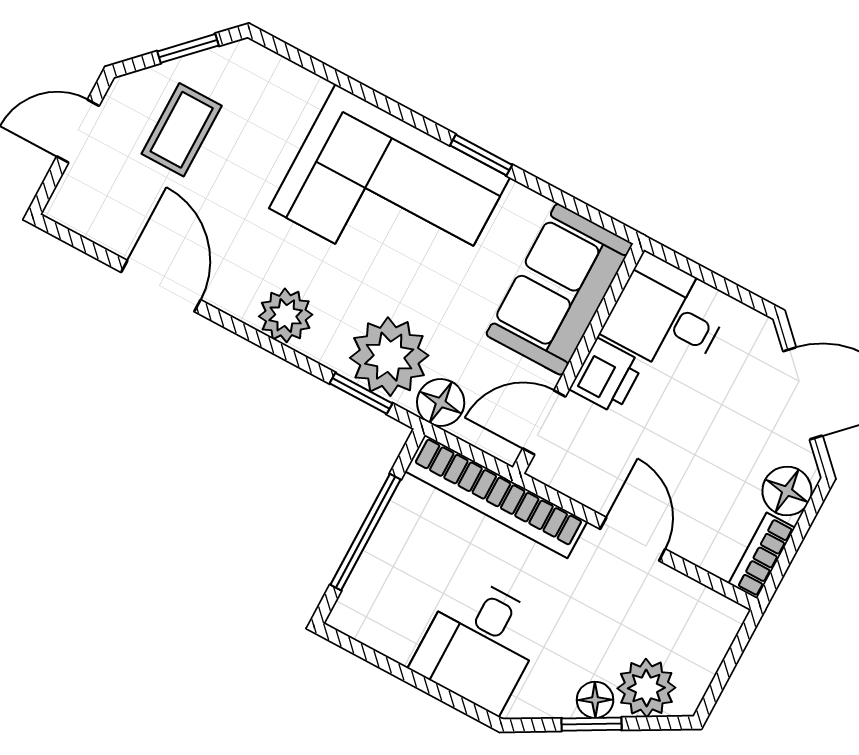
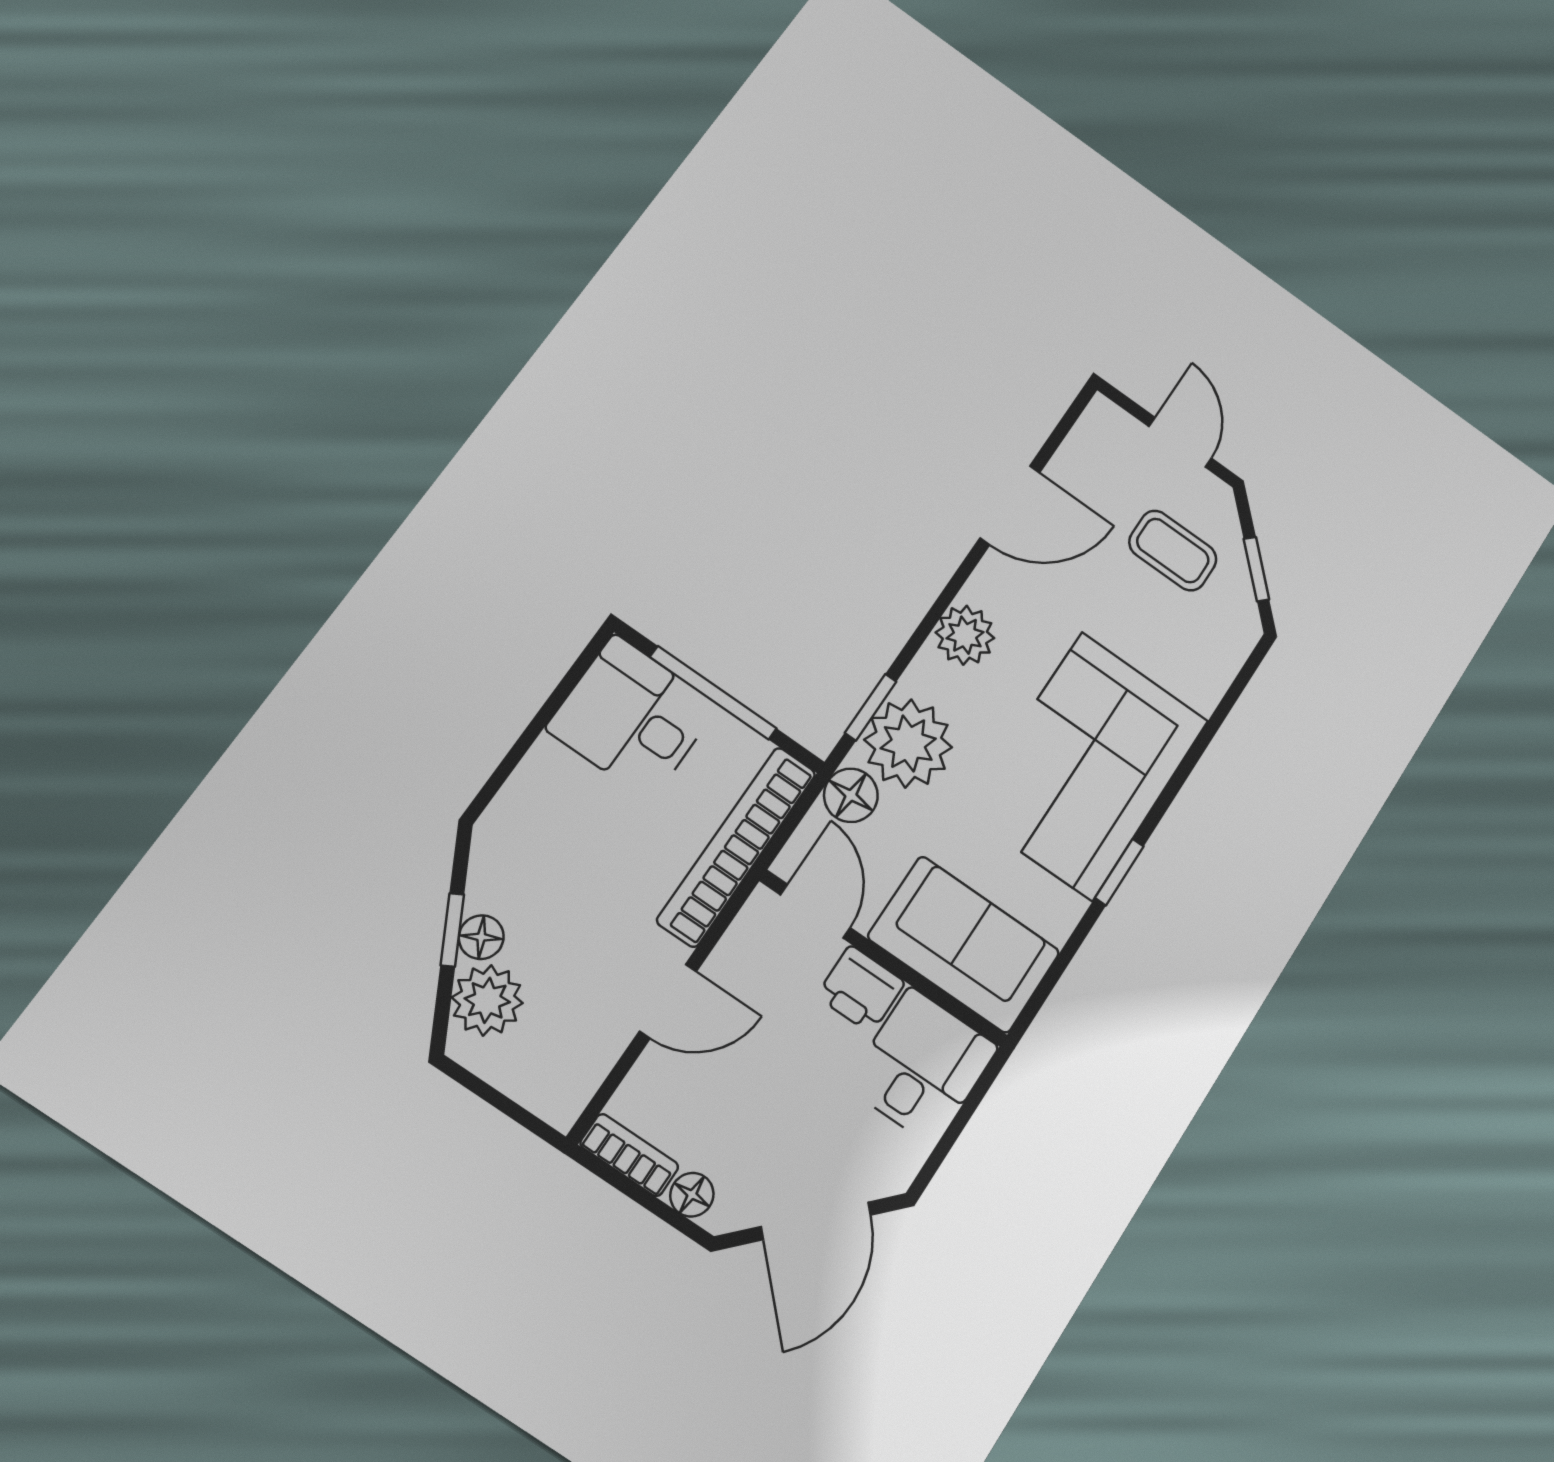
floor lamp: (787, 491) -> (692, 1195), width x0.73, depth x0.73
desk: (479, 644) -> (632, 717), moved

